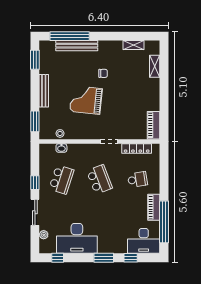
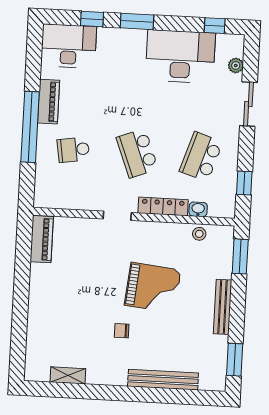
window: (70, 36) -> (174, 396), removed
shelving: (155, 66) -> (34, 338), removed
locker: (137, 149) -> (163, 206), moved
window: (35, 183) -> (244, 183), moved
window: (164, 222) -> (30, 127), moved

